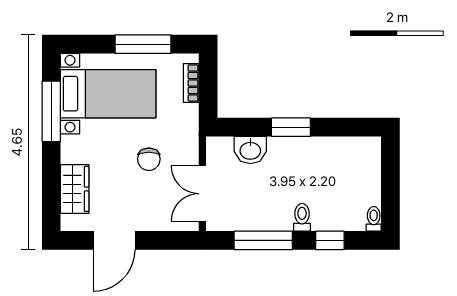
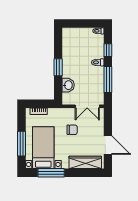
window: (143, 44) -> (22, 144), moved
wardrobe: (75, 189) -> (85, 162), width x1.50

